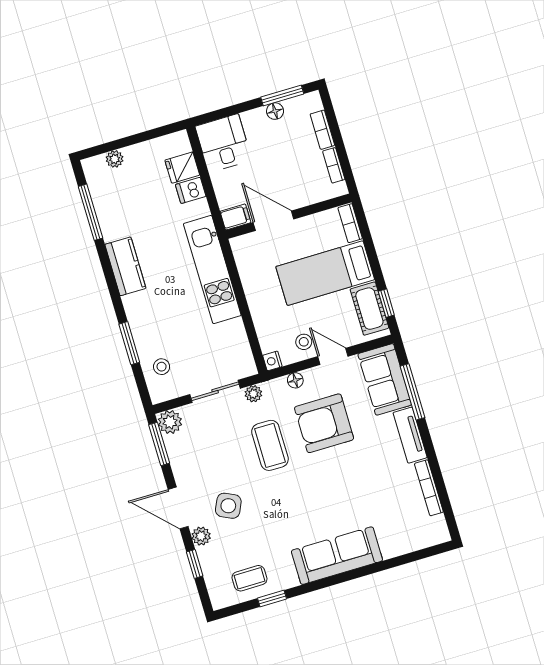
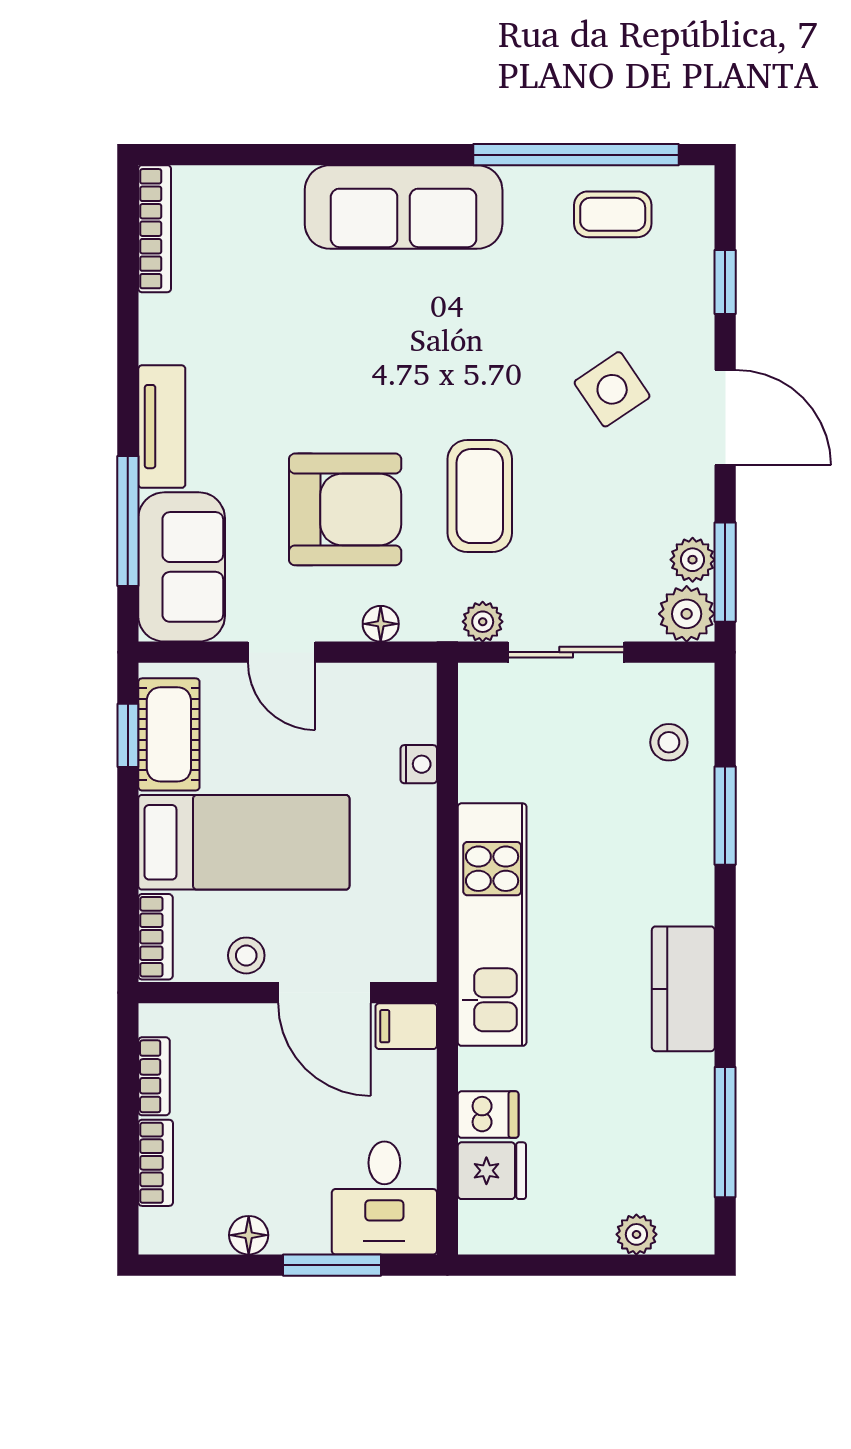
window: (282, 96) -> (332, 1265), moved
stool: (304, 342) -> (246, 955), moved
nightstand: (272, 361) -> (419, 764), moved
bookcase: (429, 488) -> (155, 229), moved
side table: (228, 506) -> (612, 389), turned 31
plant: (201, 536) -> (693, 560), moved
window: (272, 598) -> (576, 155), width x3.17

